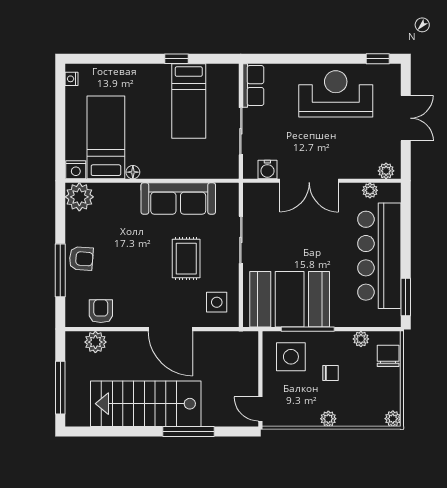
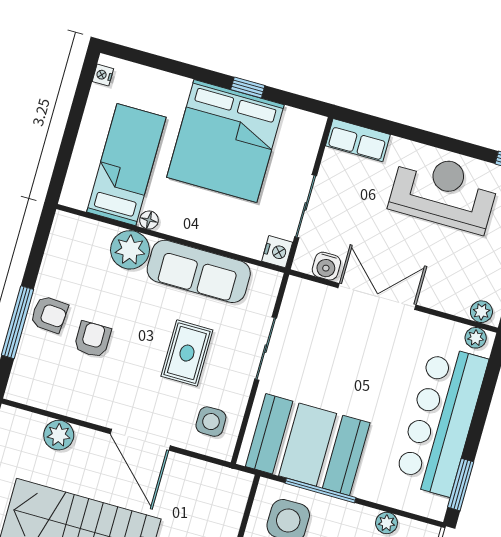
row of seats: (253, 86) -> (358, 140), moved, turned 90
bed: (189, 101) -> (225, 141), width x2.04
nightstand: (76, 170) -> (277, 252), moved, turned -90
double door: (309, 181) -> (377, 296), swing flipped
plant: (370, 190) -> (476, 338), moved
plant: (79, 197) -> (130, 250), moved
armchair: (101, 311) -> (93, 339), moved
plant: (95, 342) -> (59, 435), moved

